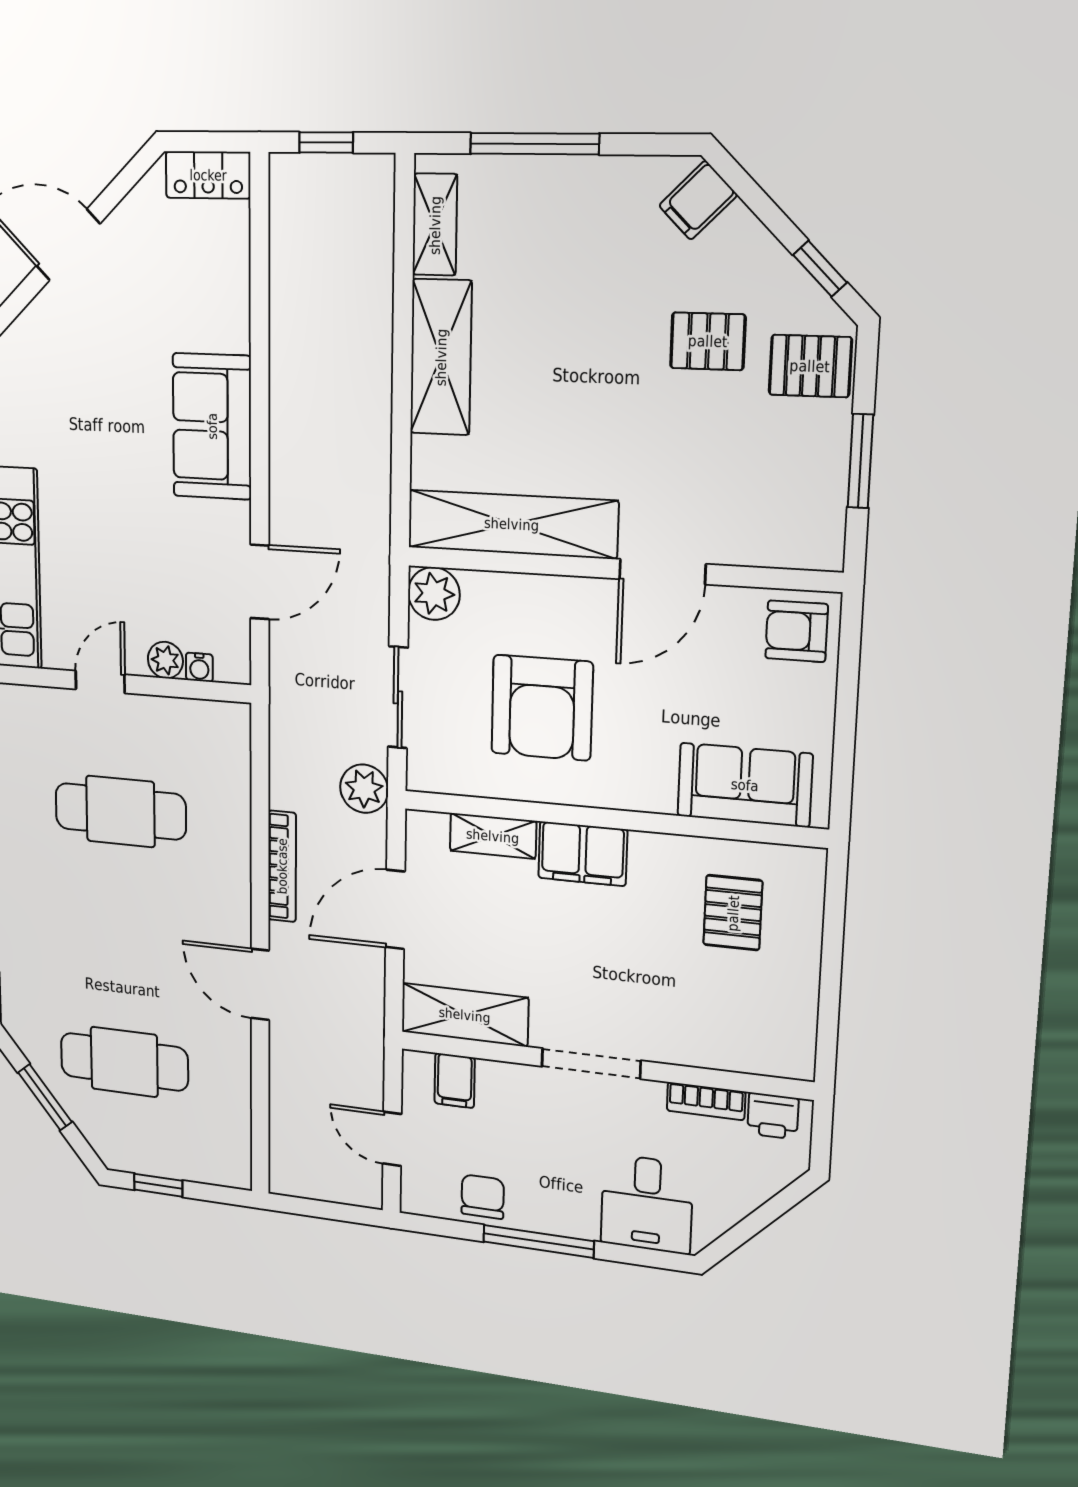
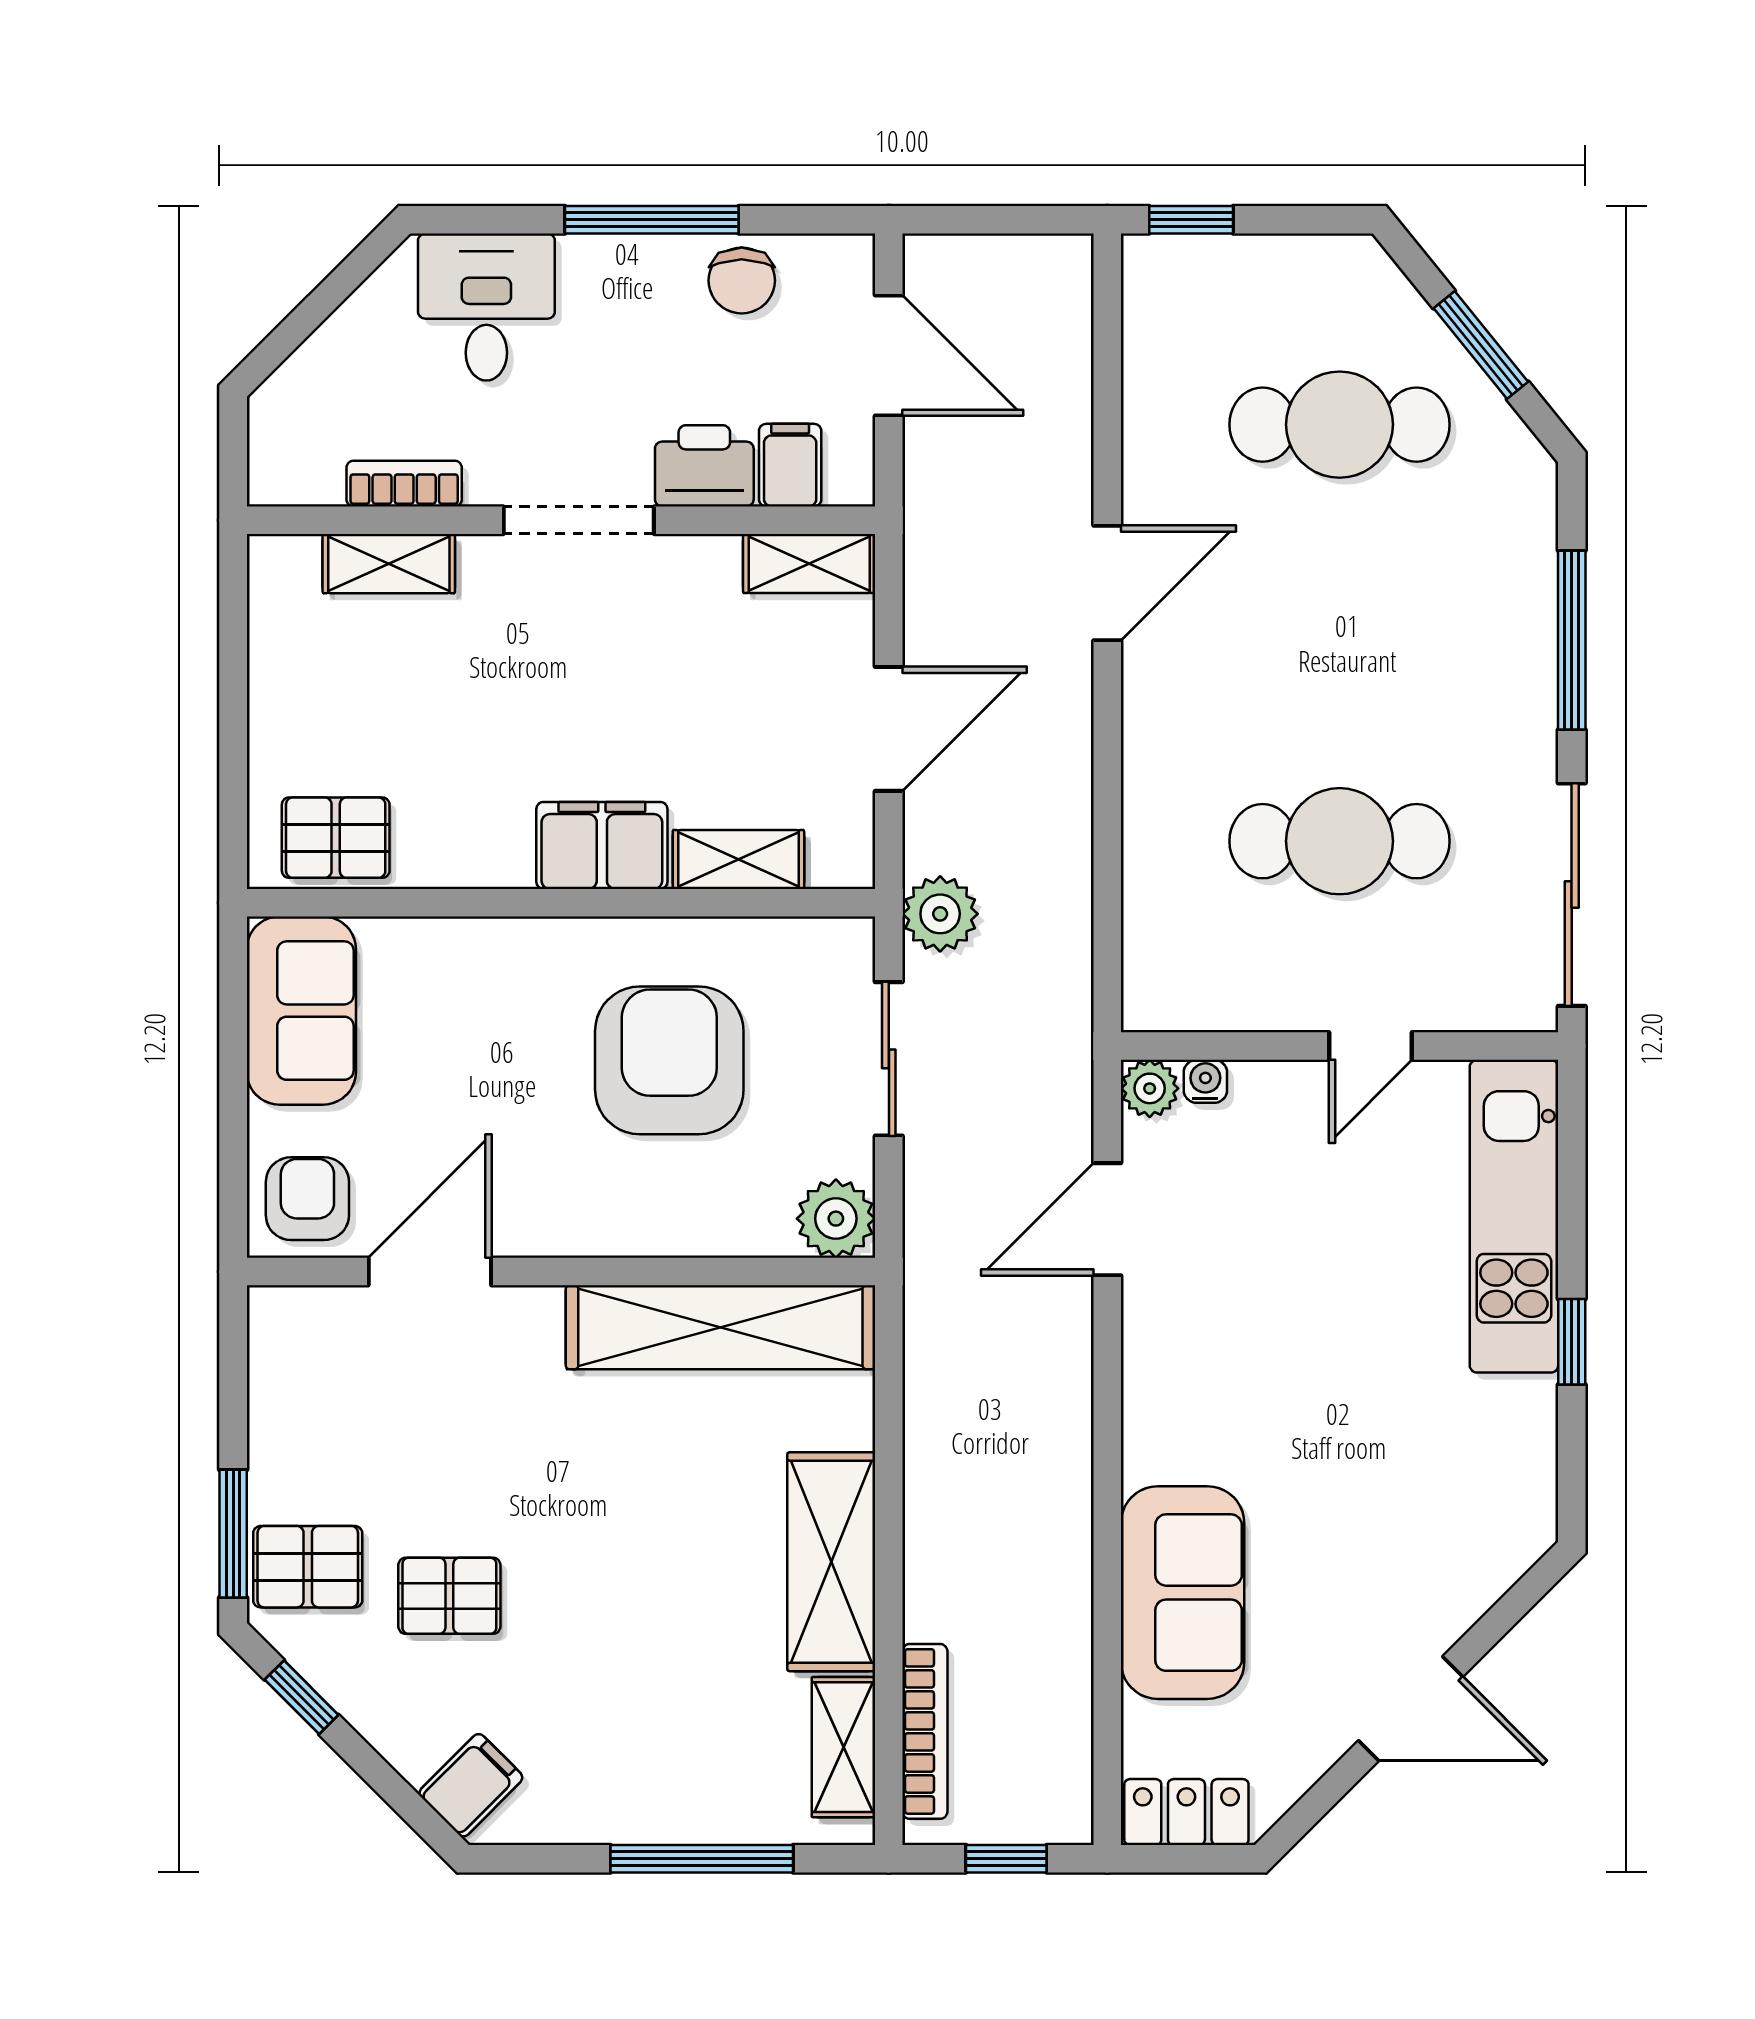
sofa: (212, 426) -> (1183, 1593), moved
window: (860, 461) -> (233, 1534), moved
door: (662, 572) -> (430, 1271), moved
armchair: (797, 631) -> (307, 1199), turned -90
plant: (165, 660) -> (1150, 1088), moved
sofa: (745, 785) -> (301, 1011), moved, turned -90
bookcase: (282, 866) -> (925, 1731), moved, turned 180
pallet: (733, 913) -> (336, 838), moved, turned 90
door: (260, 984) -> (1107, 583), hinge flipped
shelving: (465, 1015) -> (809, 564), width x0.67, depth x0.75
shelving: (719, 1051) -> (389, 564), added
printer: (773, 1116) -> (704, 466), moved, width x1.36, depth x1.24
door: (392, 1139) -> (889, 355), width x1.38
window: (158, 1185) -> (1191, 220), moved

